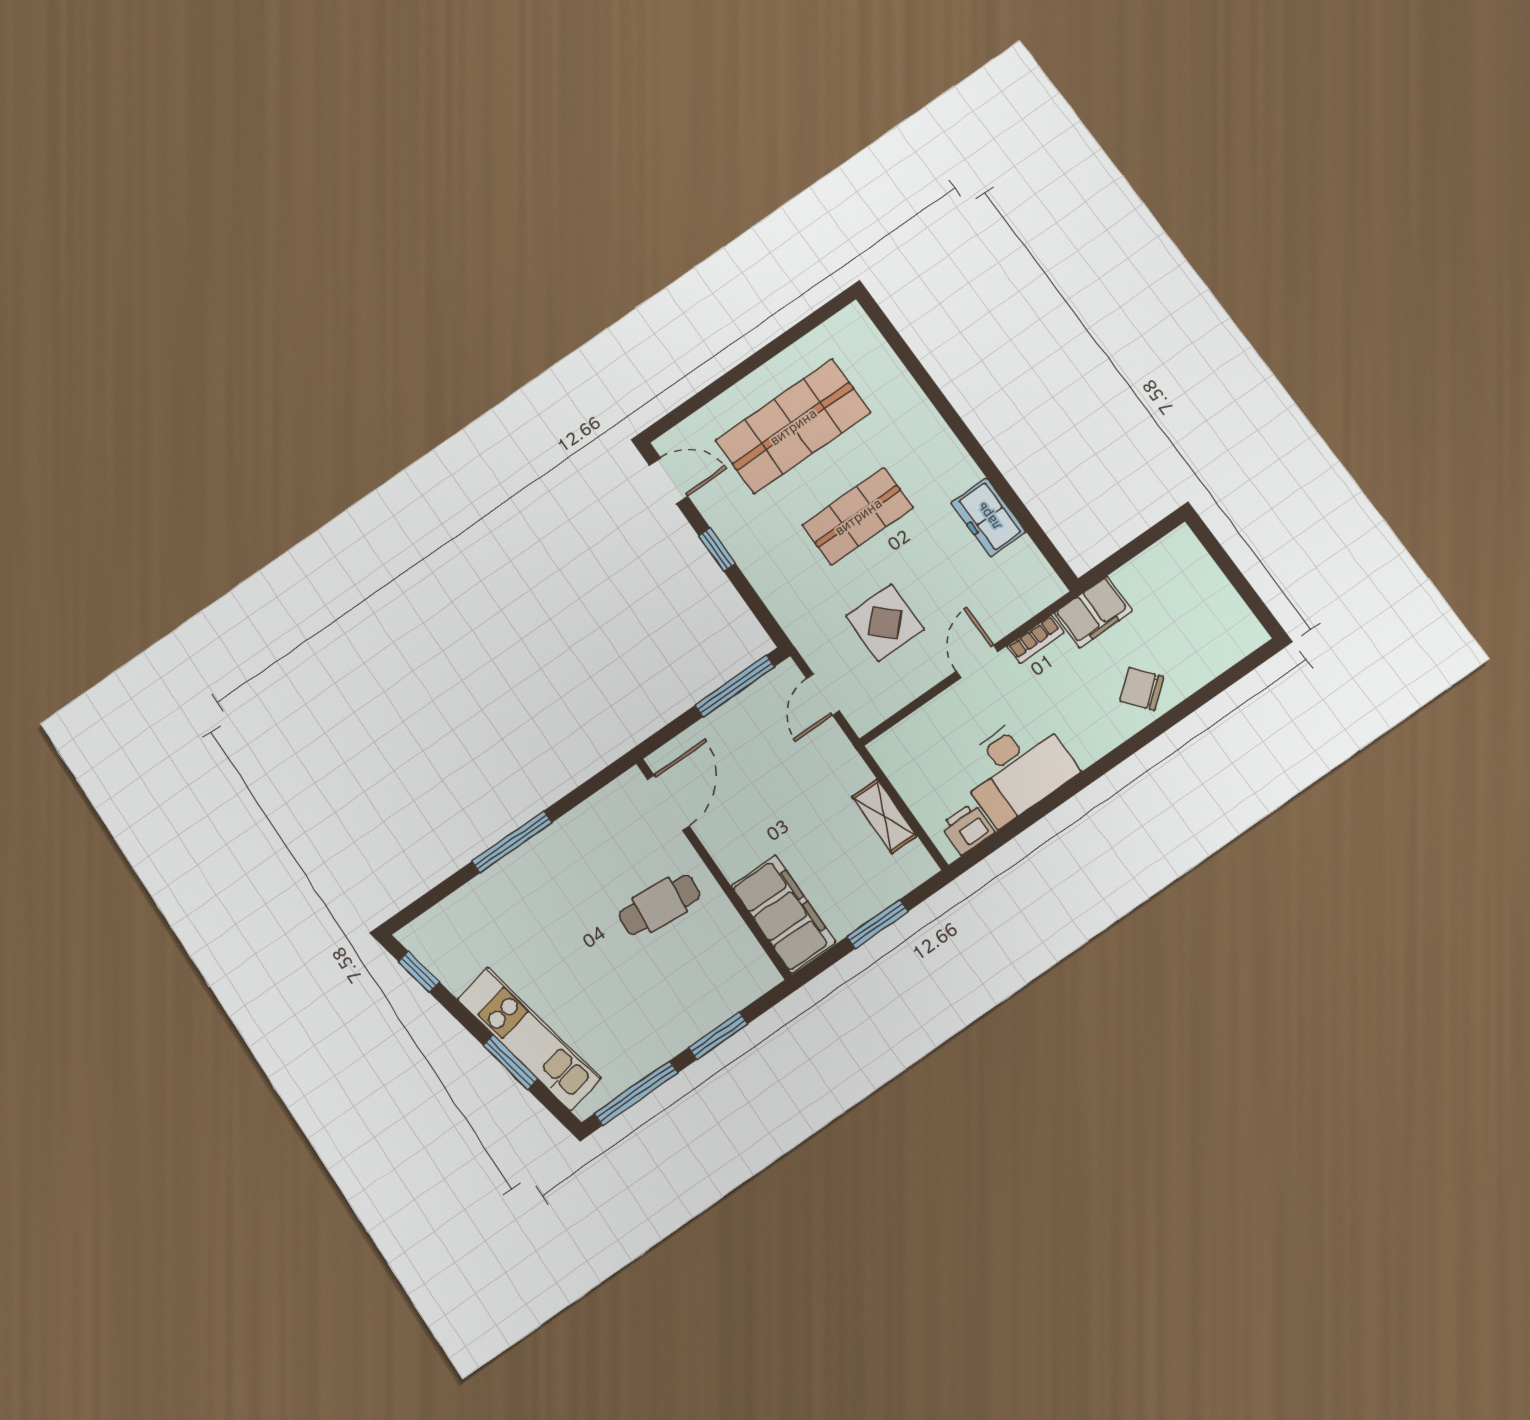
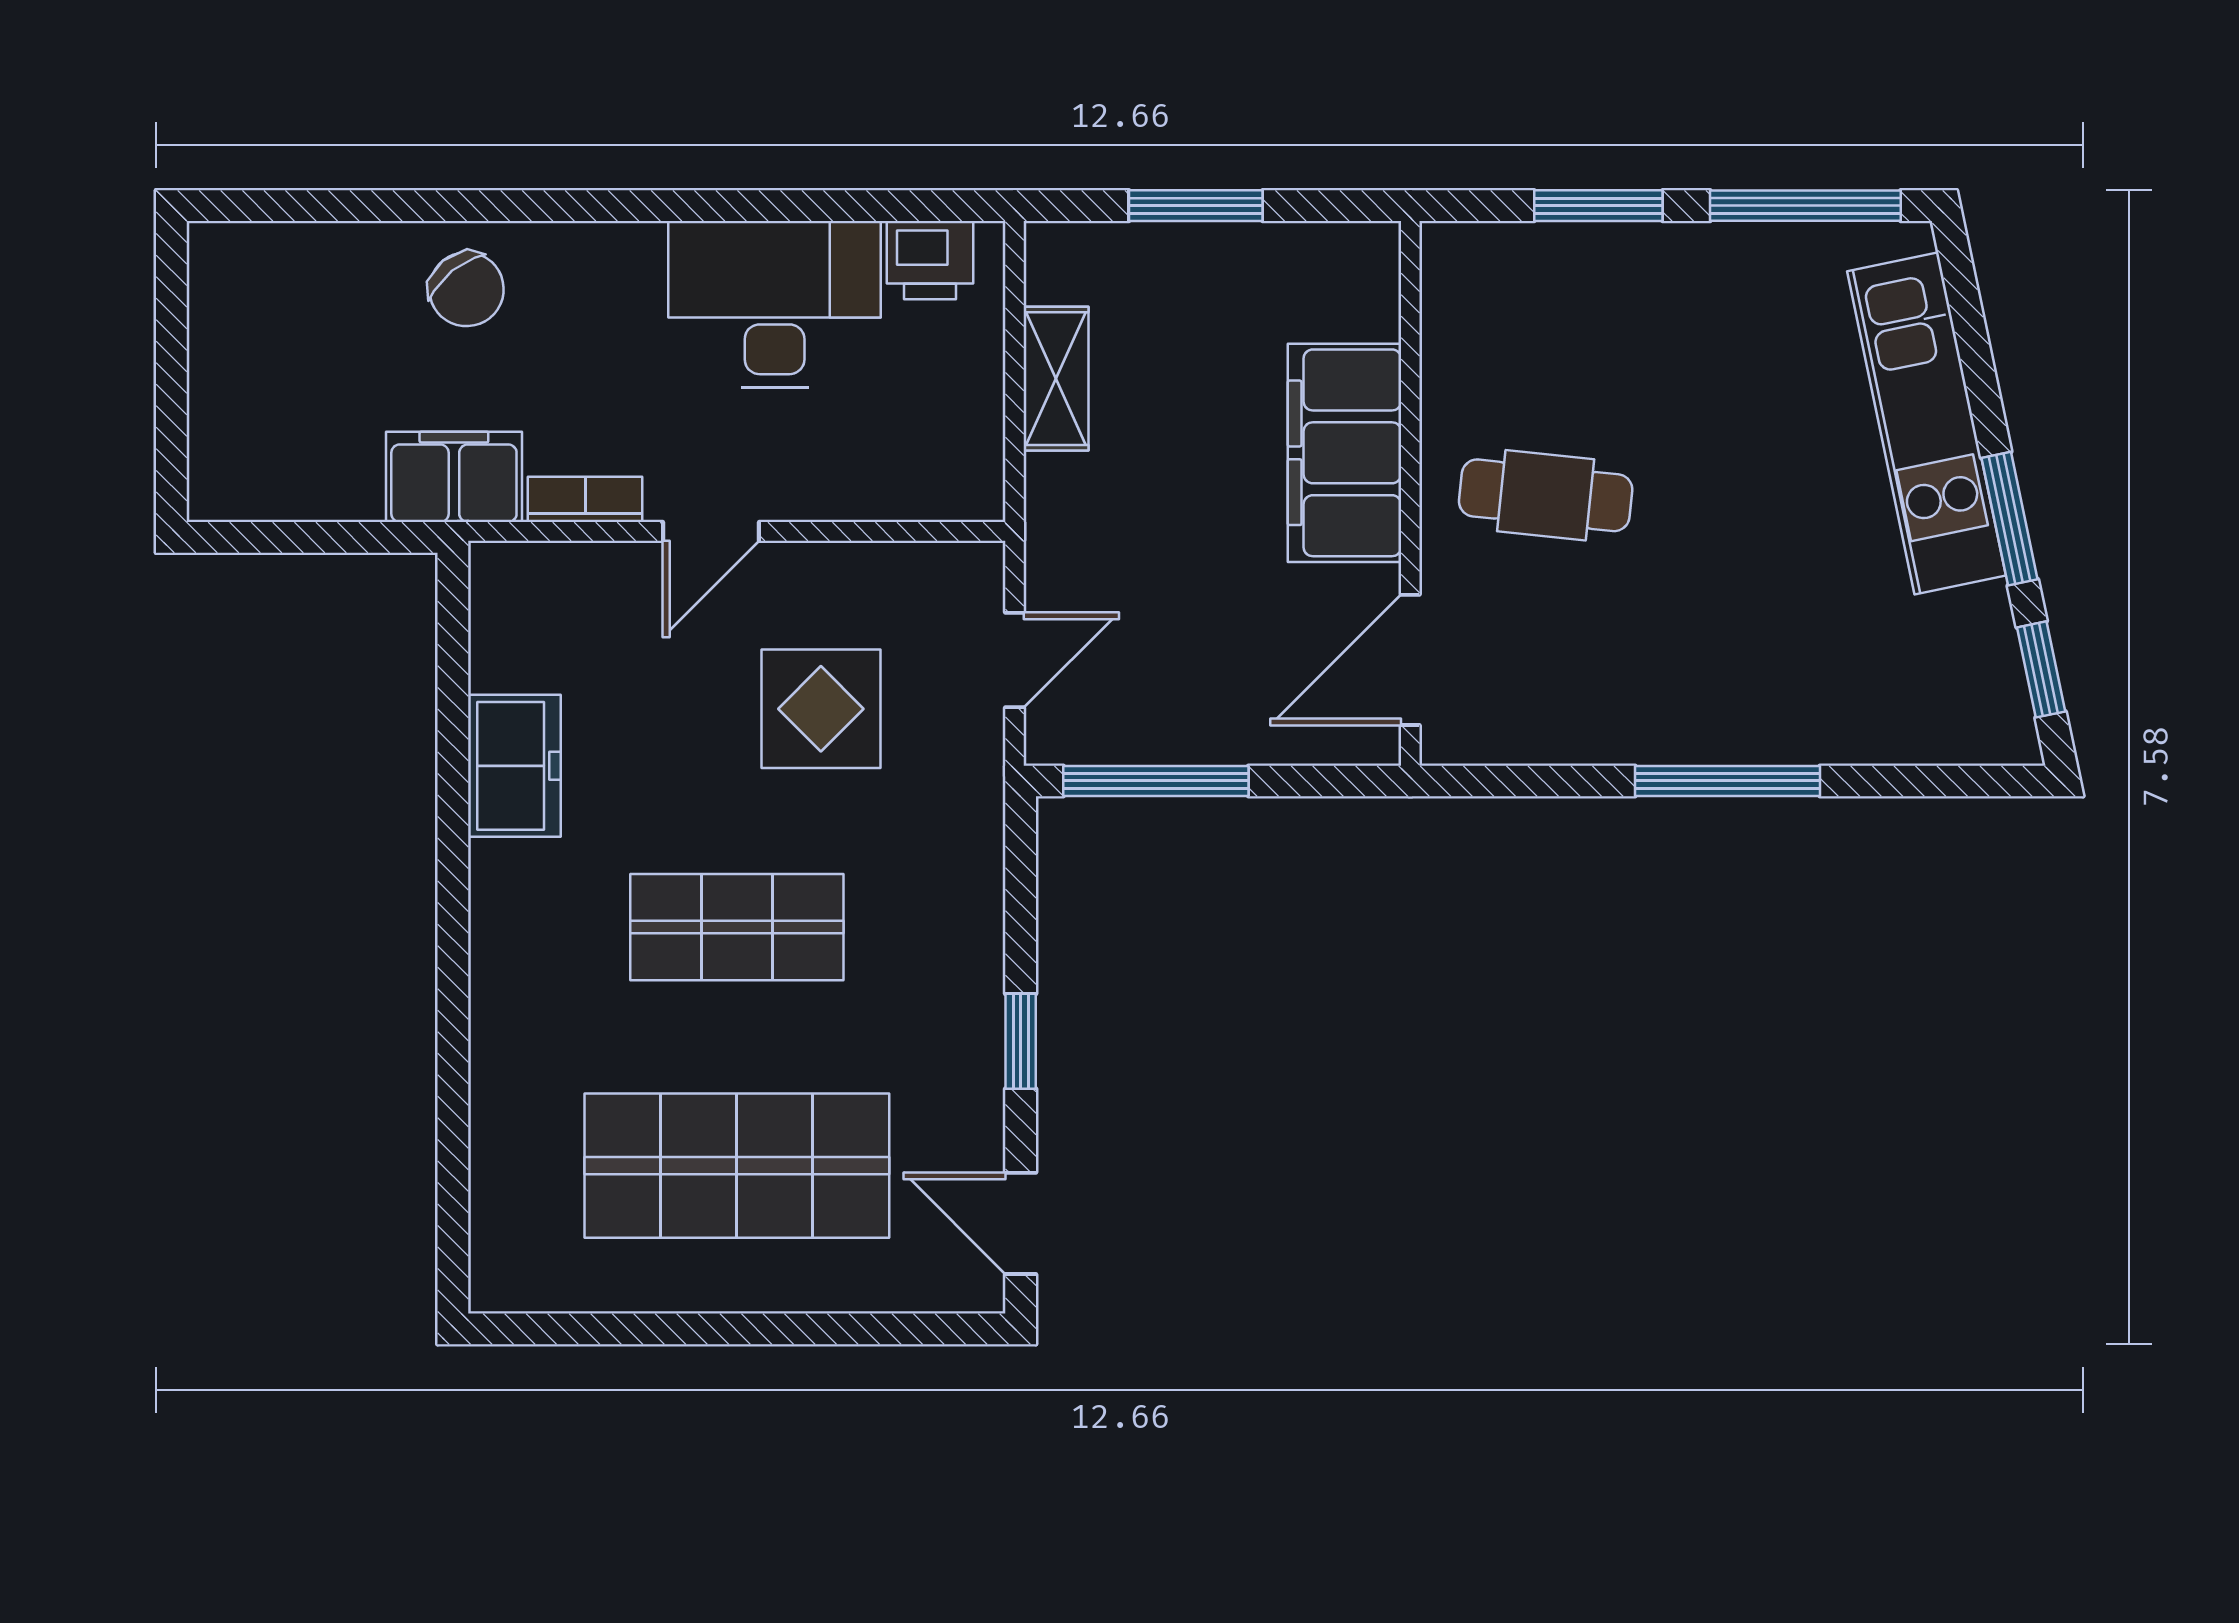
filing cabinet: (783, 914) -> (1344, 453), moved
window: (510, 1062) -> (2010, 519), moved

